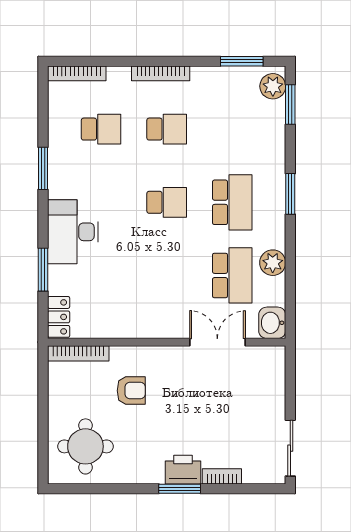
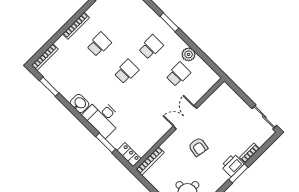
school desk: (101, 129) -> (75, 69), removed
window: (43, 168) -> (49, 87), moved
school desk: (232, 202) -> (151, 47), width x0.54
school desk: (232, 275) -> (178, 74), width x0.54
washbasin: (272, 323) -> (80, 104), moved, turned 180
double door: (217, 342) -> (185, 117), moved
armchair: (131, 391) -> (198, 147), moved, turned 100

